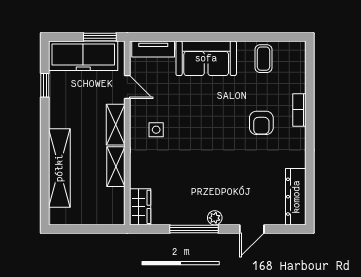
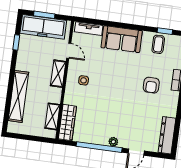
window: (100, 37) -> (44, 15), moved
window: (271, 37) -> (165, 31), added
shelving: (116, 167) -> (52, 116), moved
wardrobe: (140, 207) -> (67, 123), width x1.50
window: (194, 229) -> (99, 147), width x1.46

